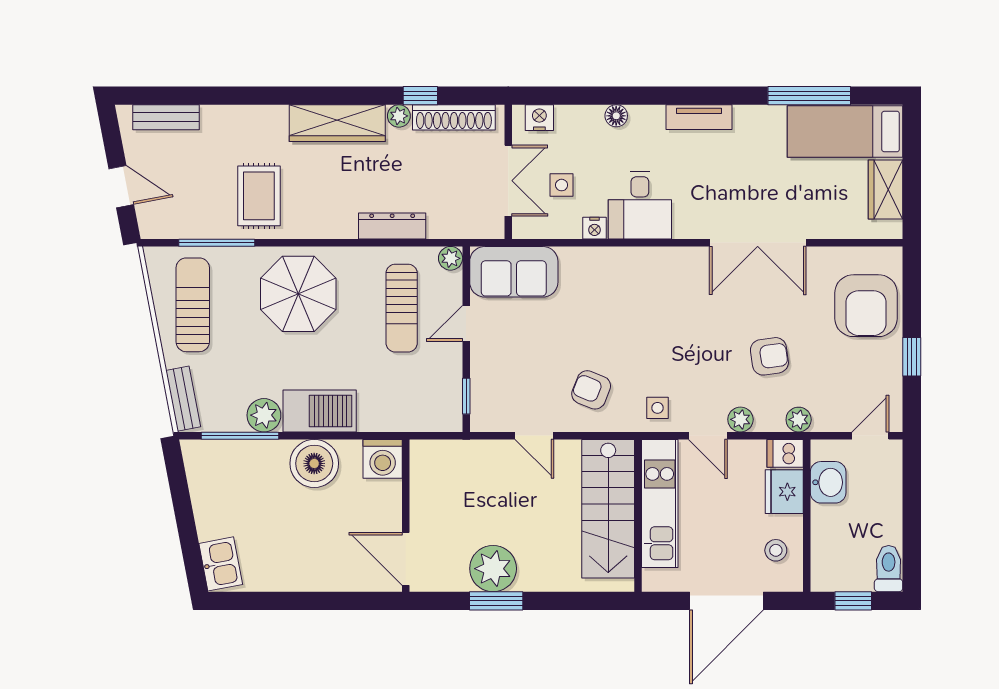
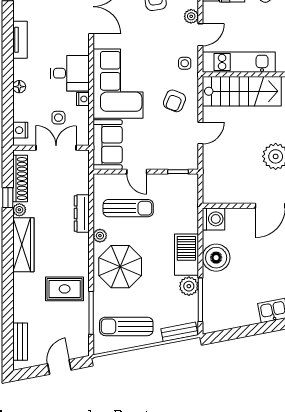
plant: (451, 258) -> (100, 236), moved
corner sofa: (622, 290) -> (118, 84), added

